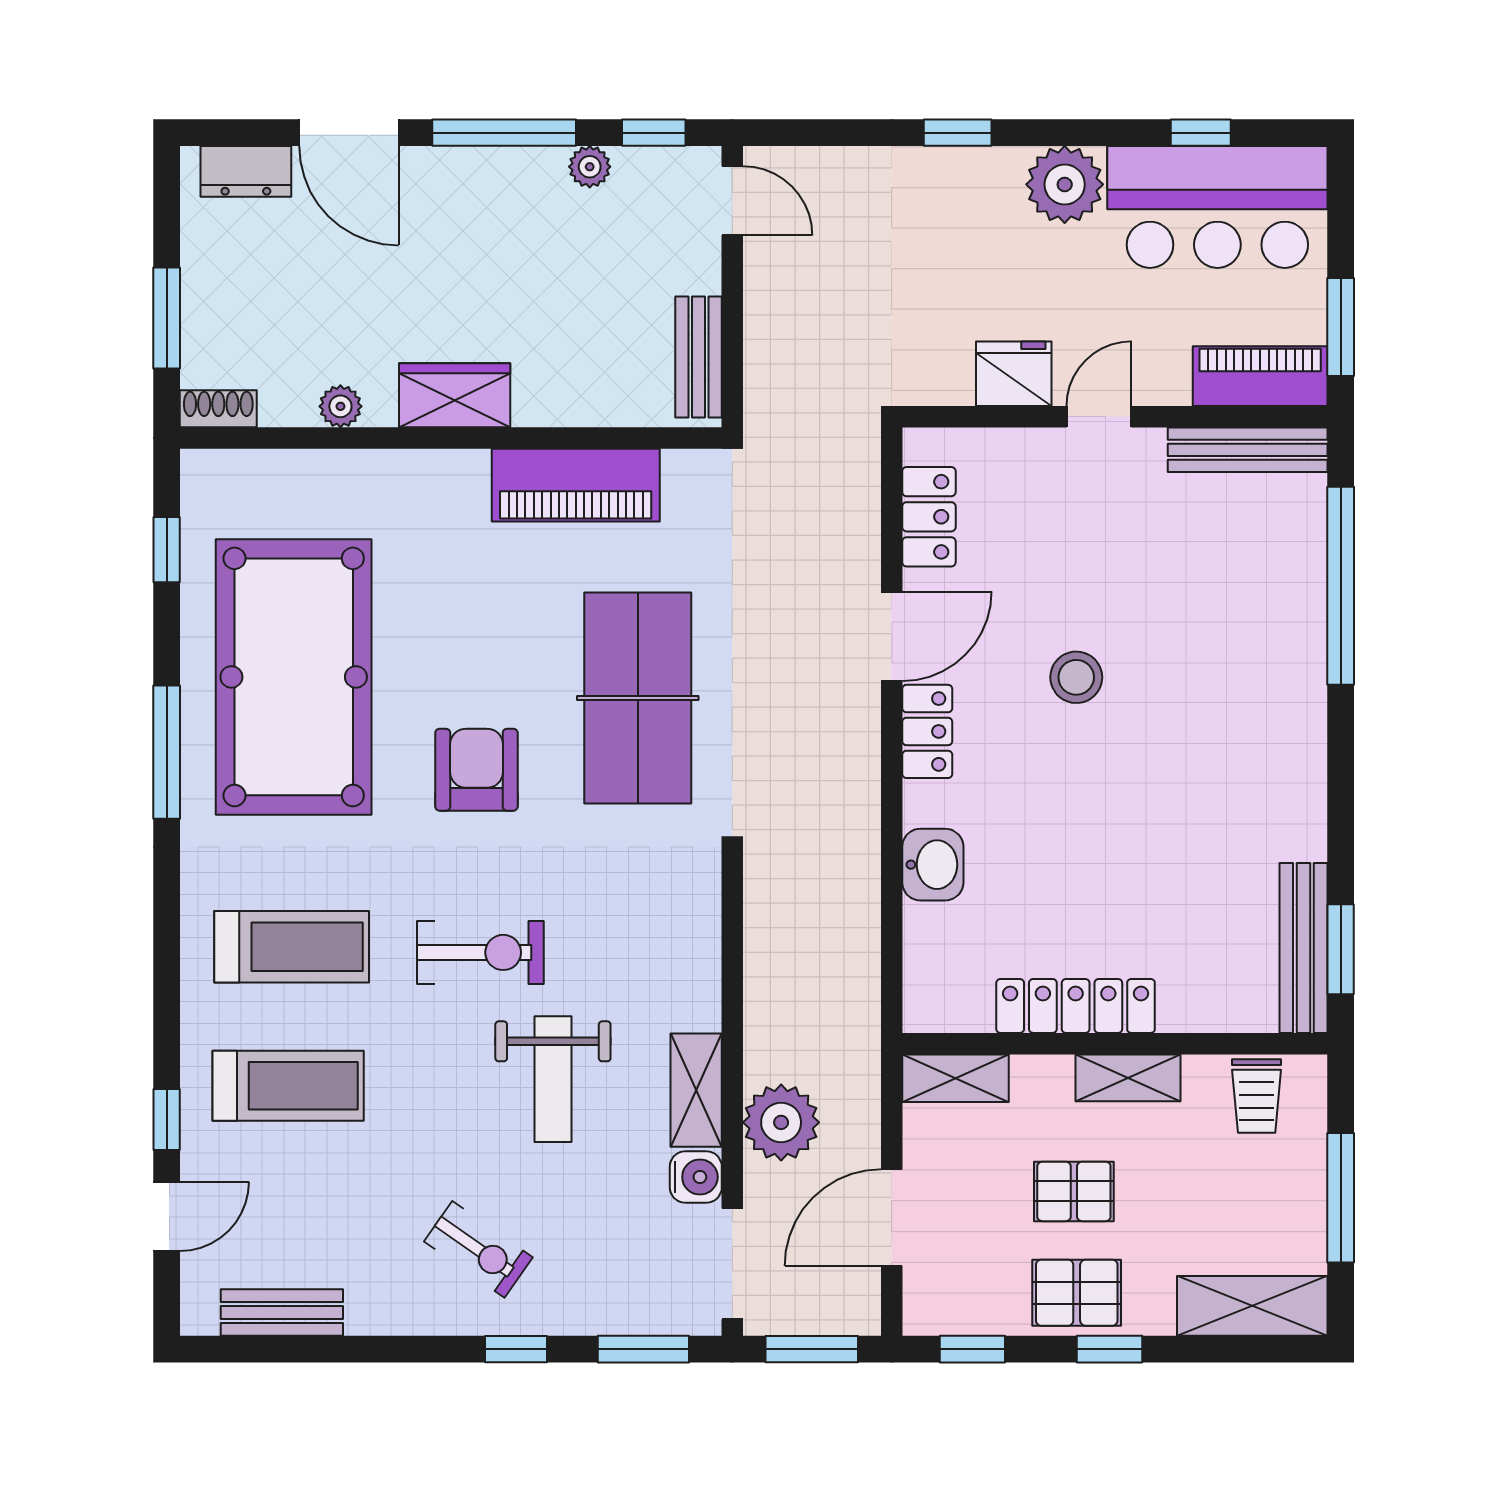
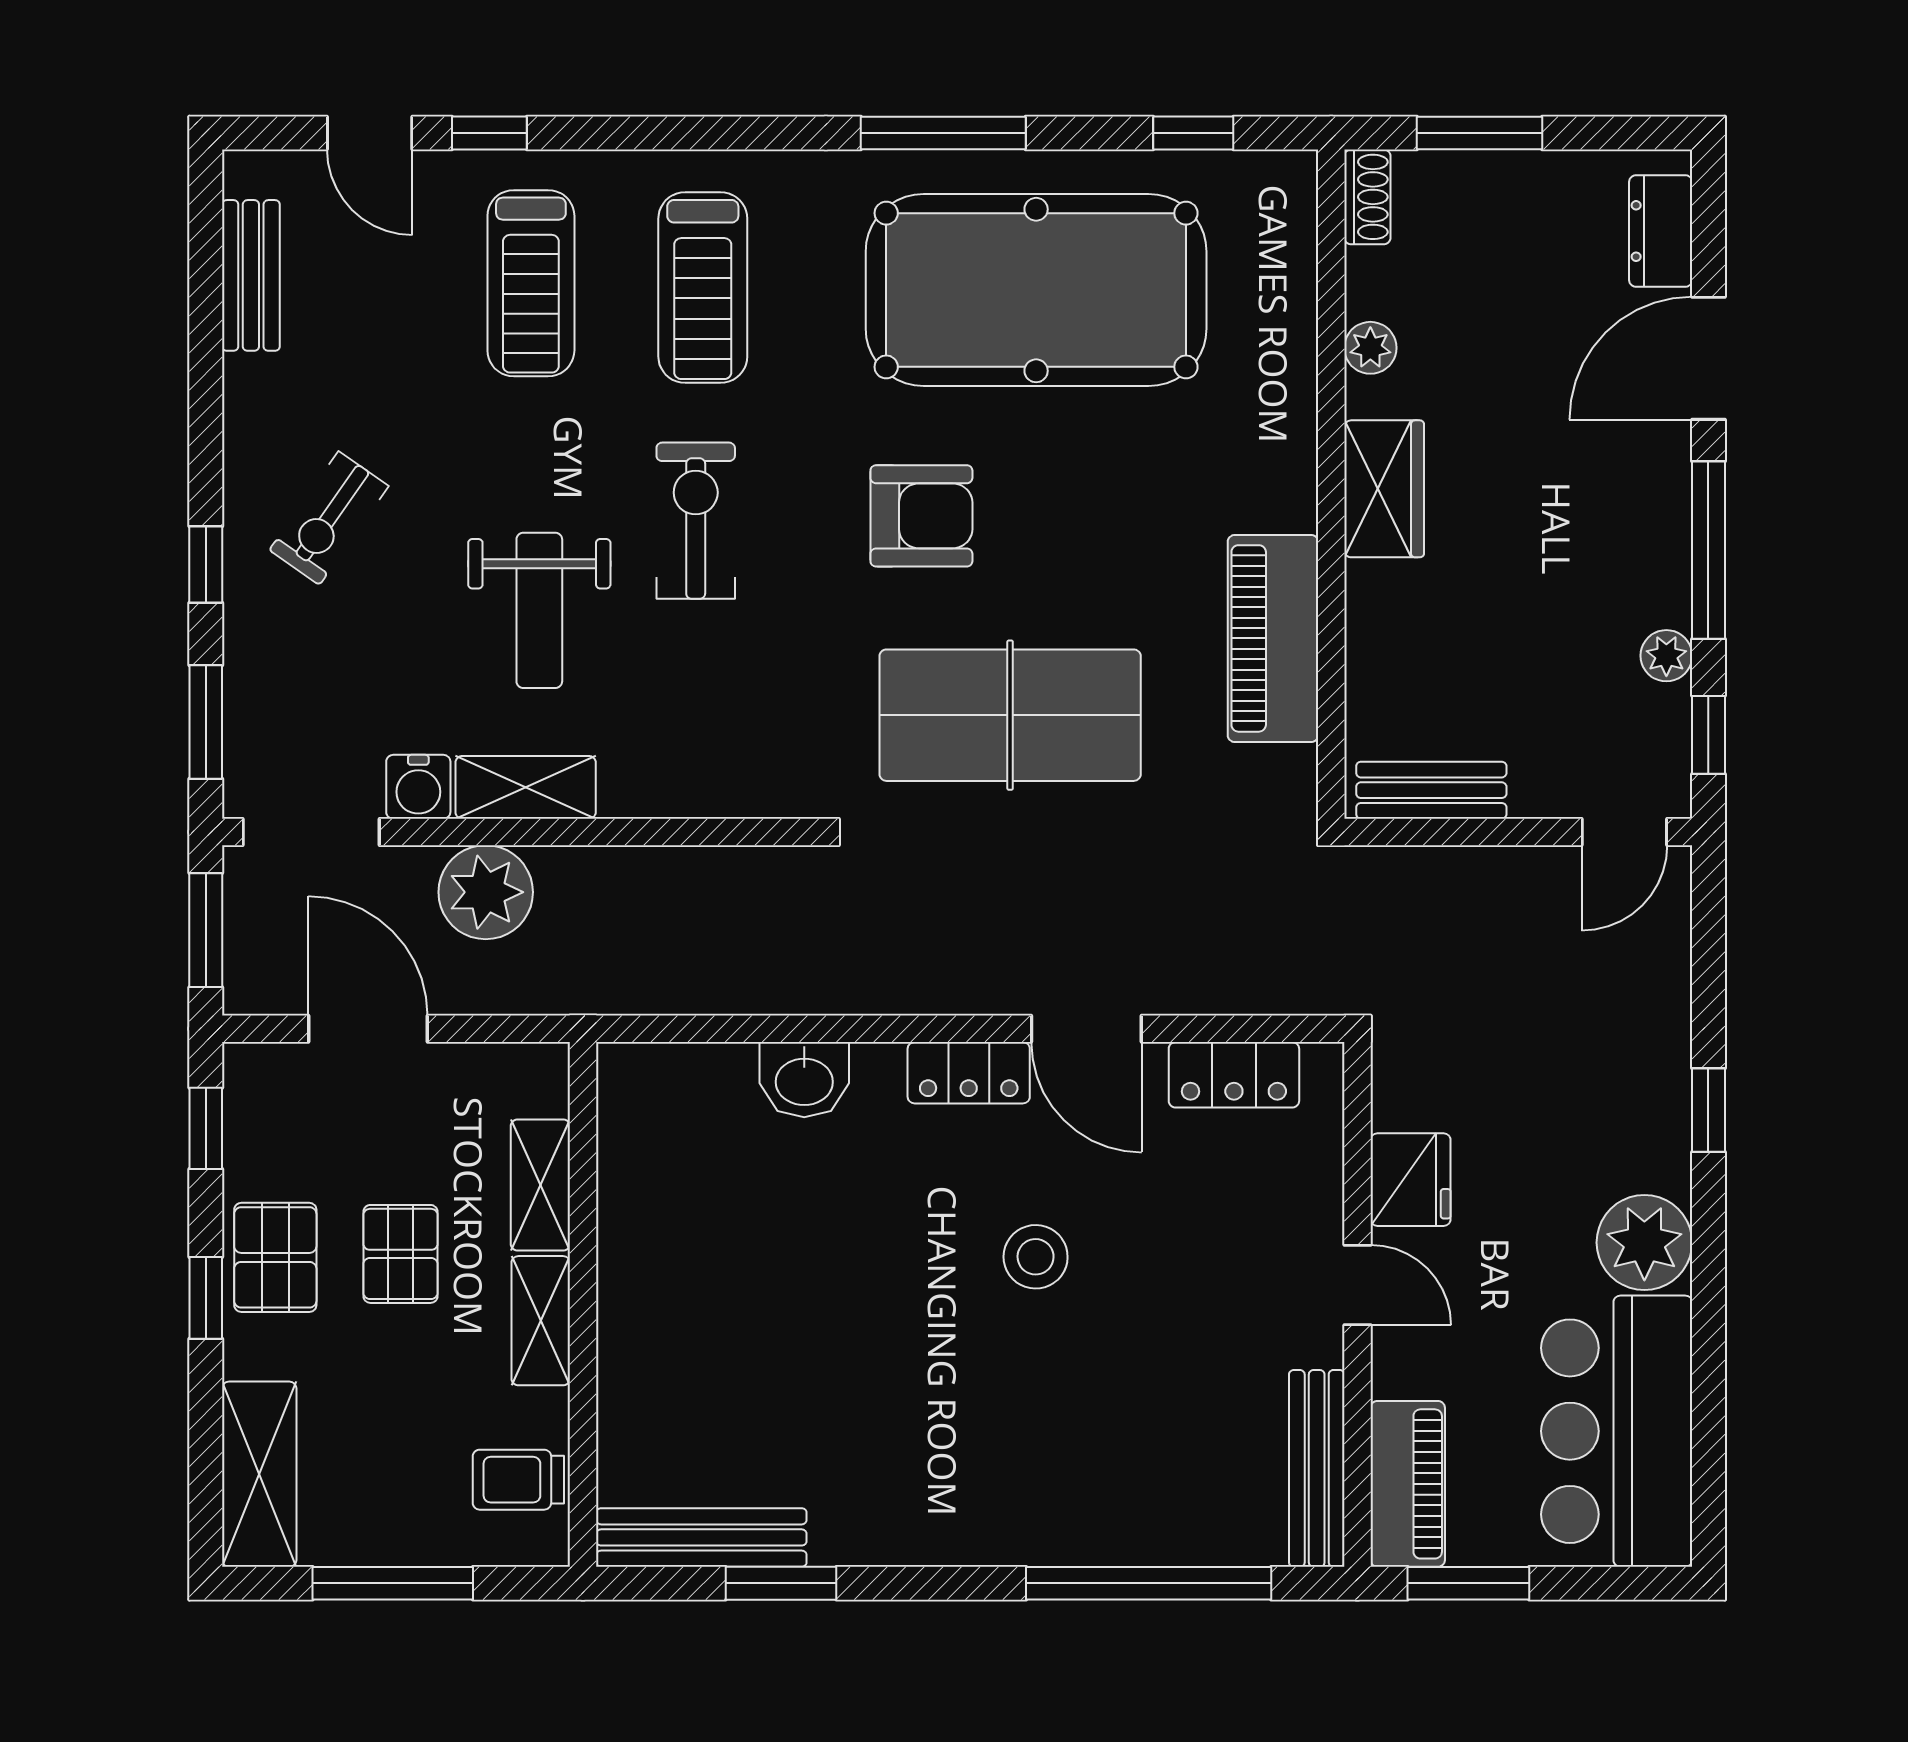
window: (1201, 133) -> (1708, 1411), removed
window: (1341, 949) -> (781, 1583), moved
exercise bike: (480, 952) -> (696, 521), turned 180
locker: (1076, 1006) -> (630, 1256), removed
shelving: (955, 1078) -> (540, 1185), moved
weight bench: (553, 1079) -> (539, 610), turned -90

